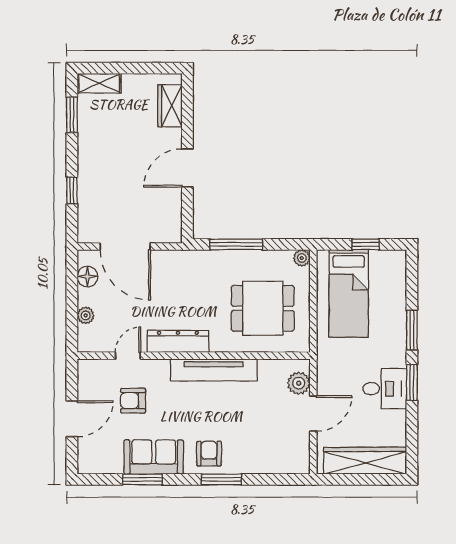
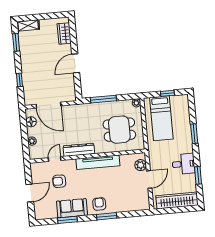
window: (412, 383) -> (198, 175), moved

